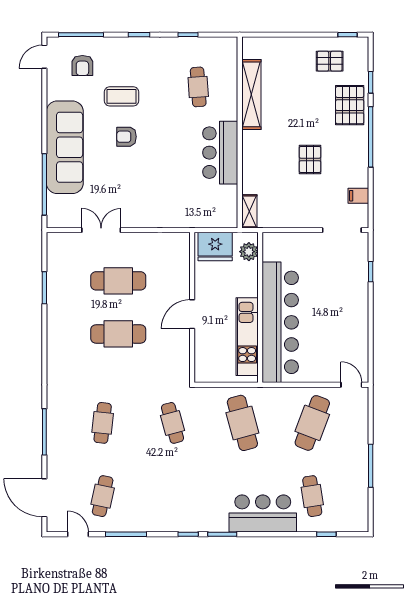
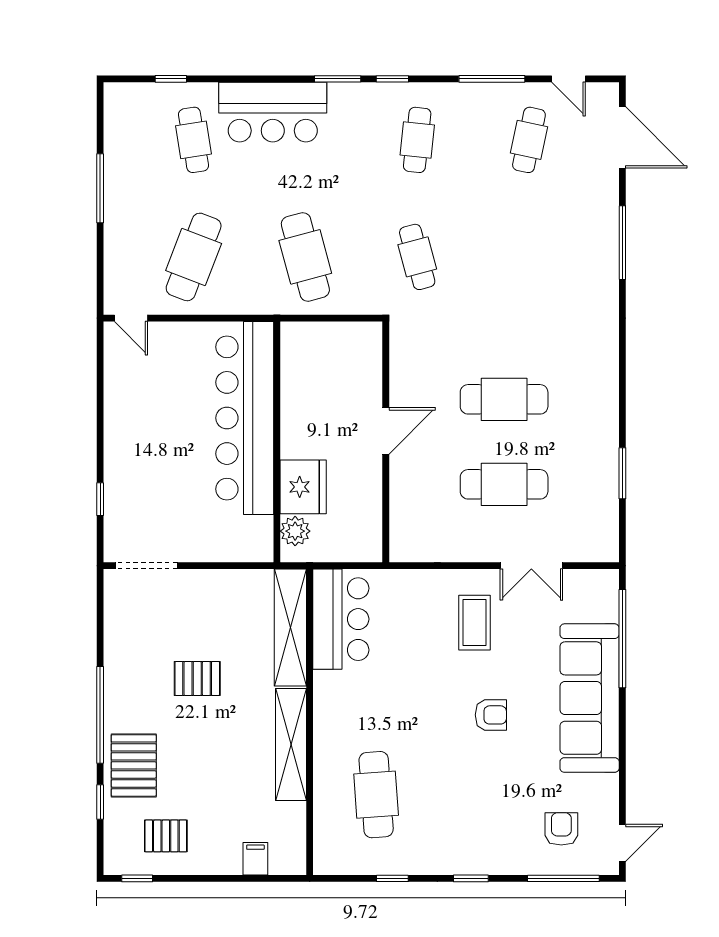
cafe table: (198, 87) -> (376, 795), width x1.37, depth x1.35
shelving: (251, 94) -> (291, 744), moved
coffee table: (122, 96) -> (475, 623), moved, turned 90
bar counter: (220, 153) -> (341, 619), moved
pallet: (310, 159) -> (197, 679), turned 90
filing cabinet: (358, 196) -> (255, 859), moved, turned -90
shelving: (249, 211) -> (290, 627), width x2.20, depth x1.33
fridge: (215, 246) -> (303, 487), moved, turned 90
kitchen unit: (247, 337) -> (298, 395), removed
cafe table: (103, 423) -> (417, 140), moved

